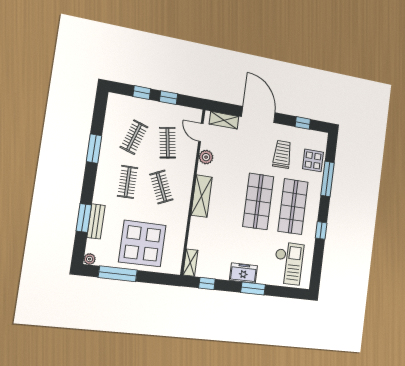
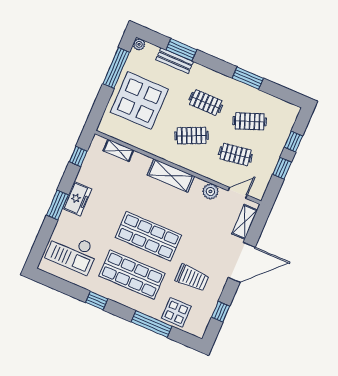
clothes rail: (134, 137) -> (250, 121), turned -39
shelving: (190, 263) -> (119, 150), moved

